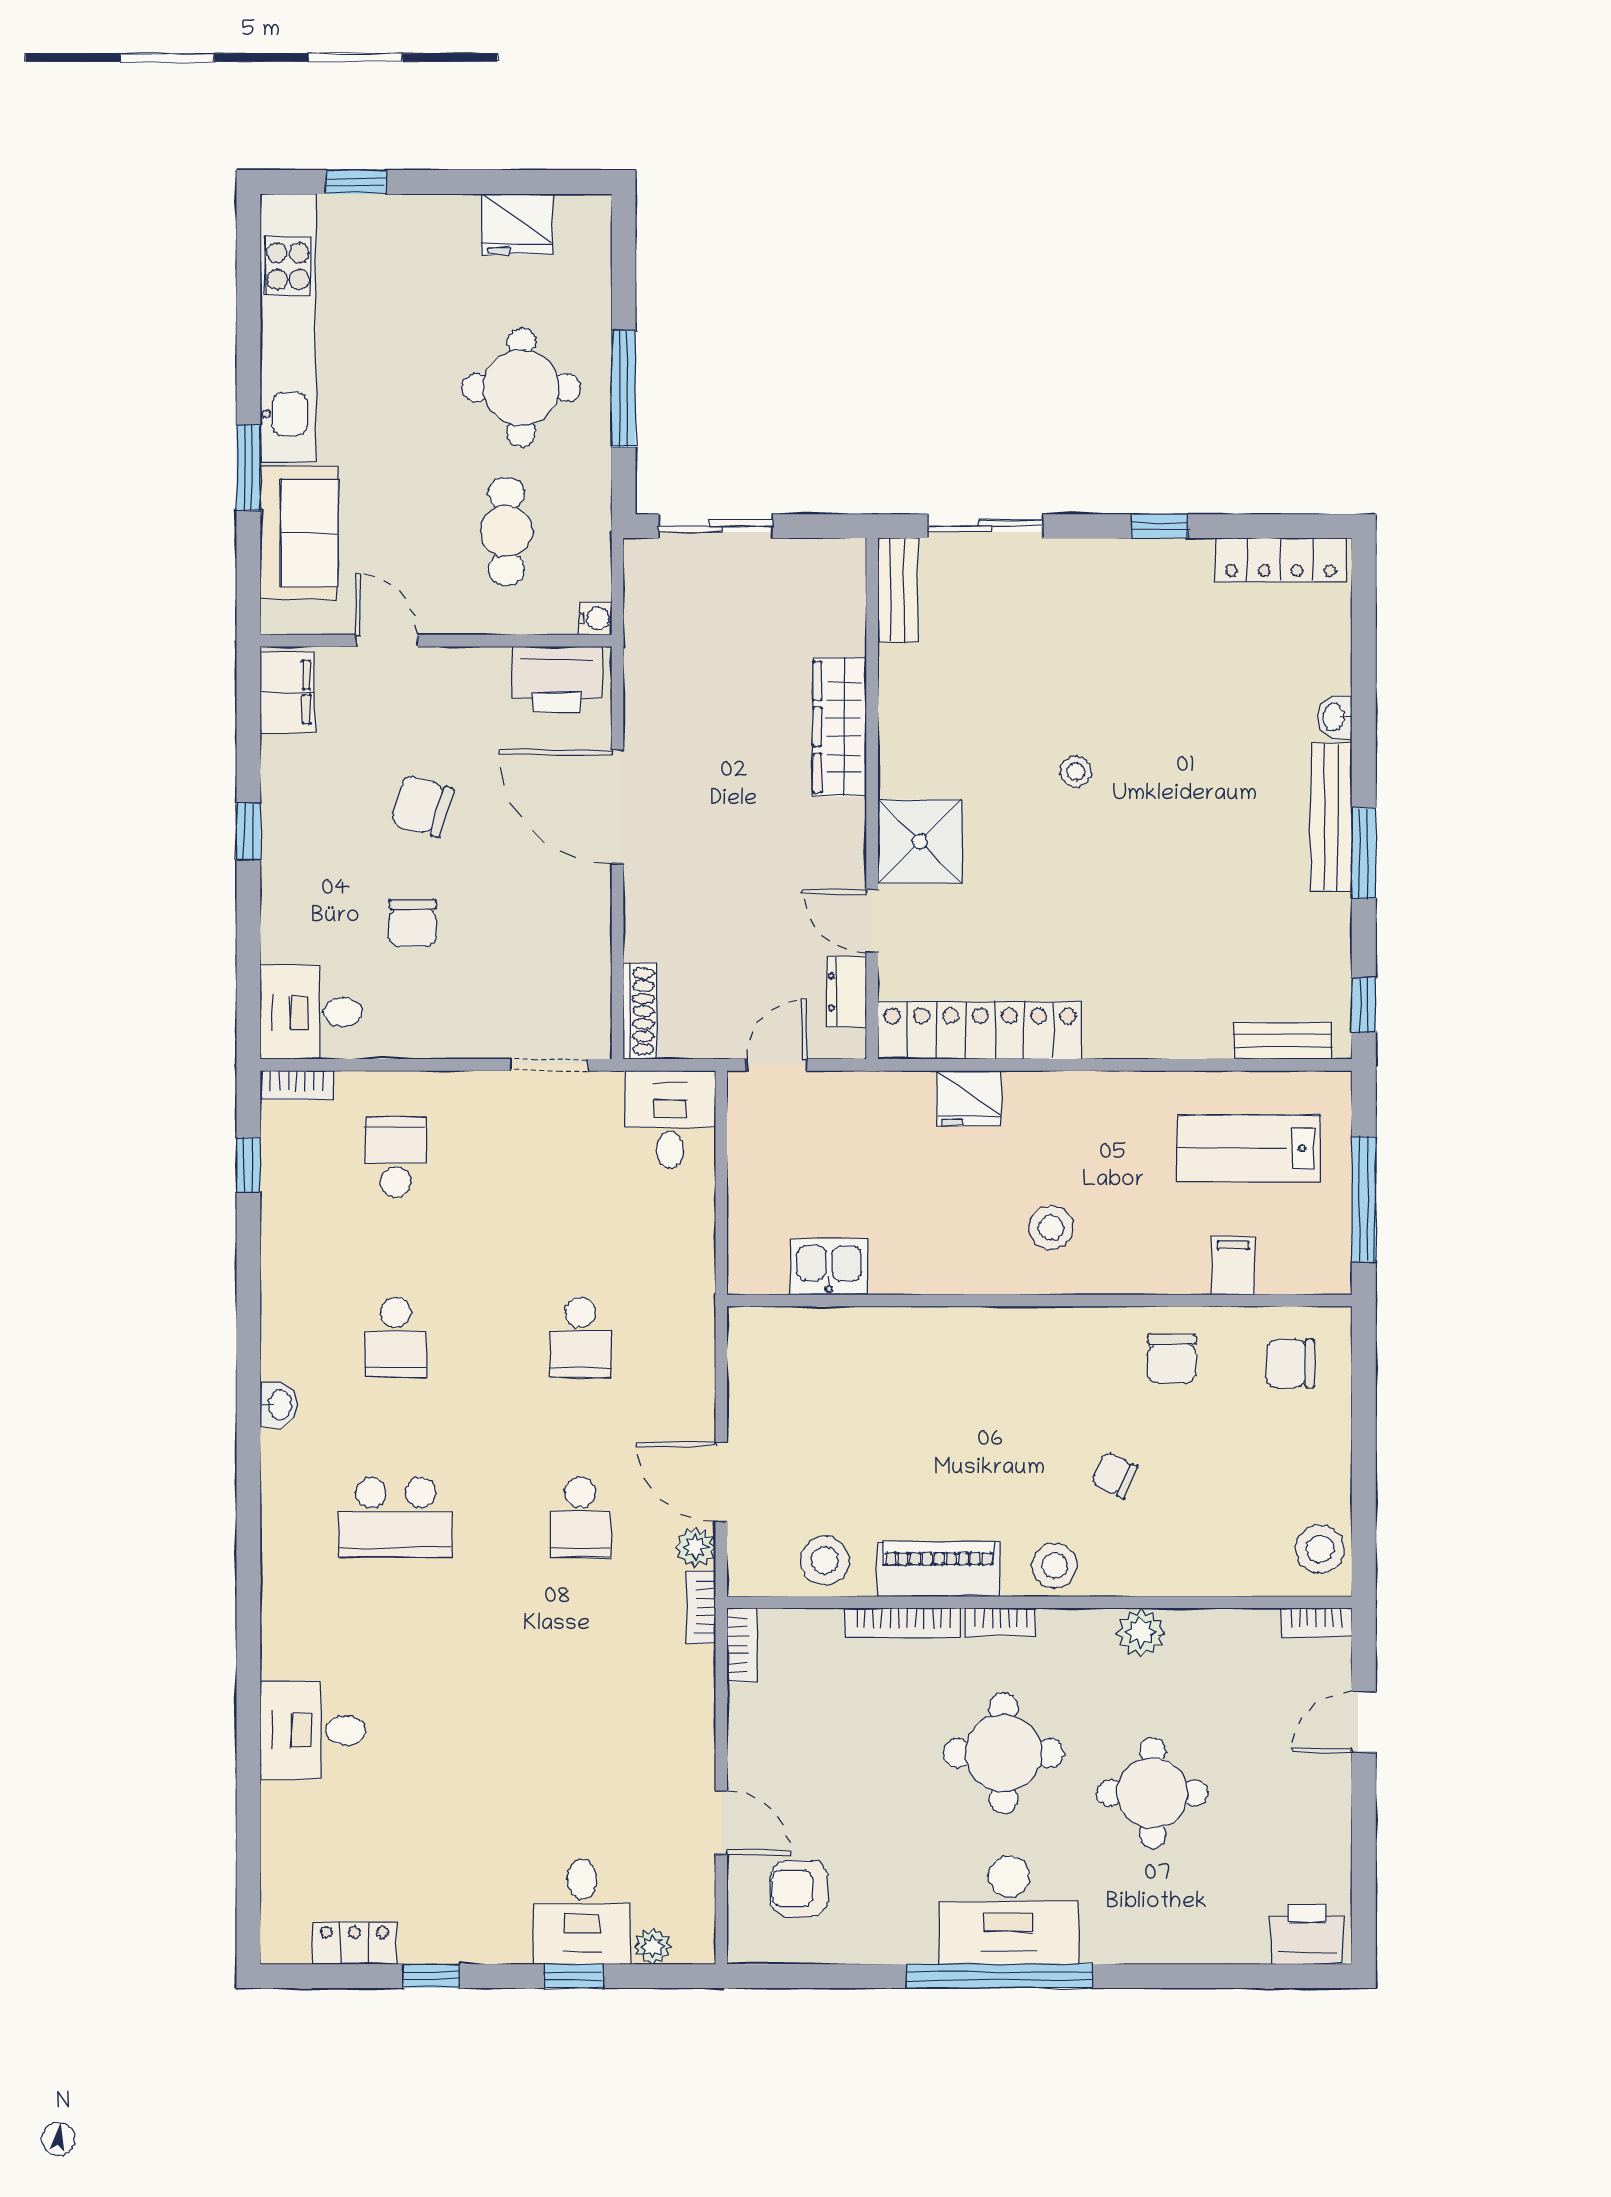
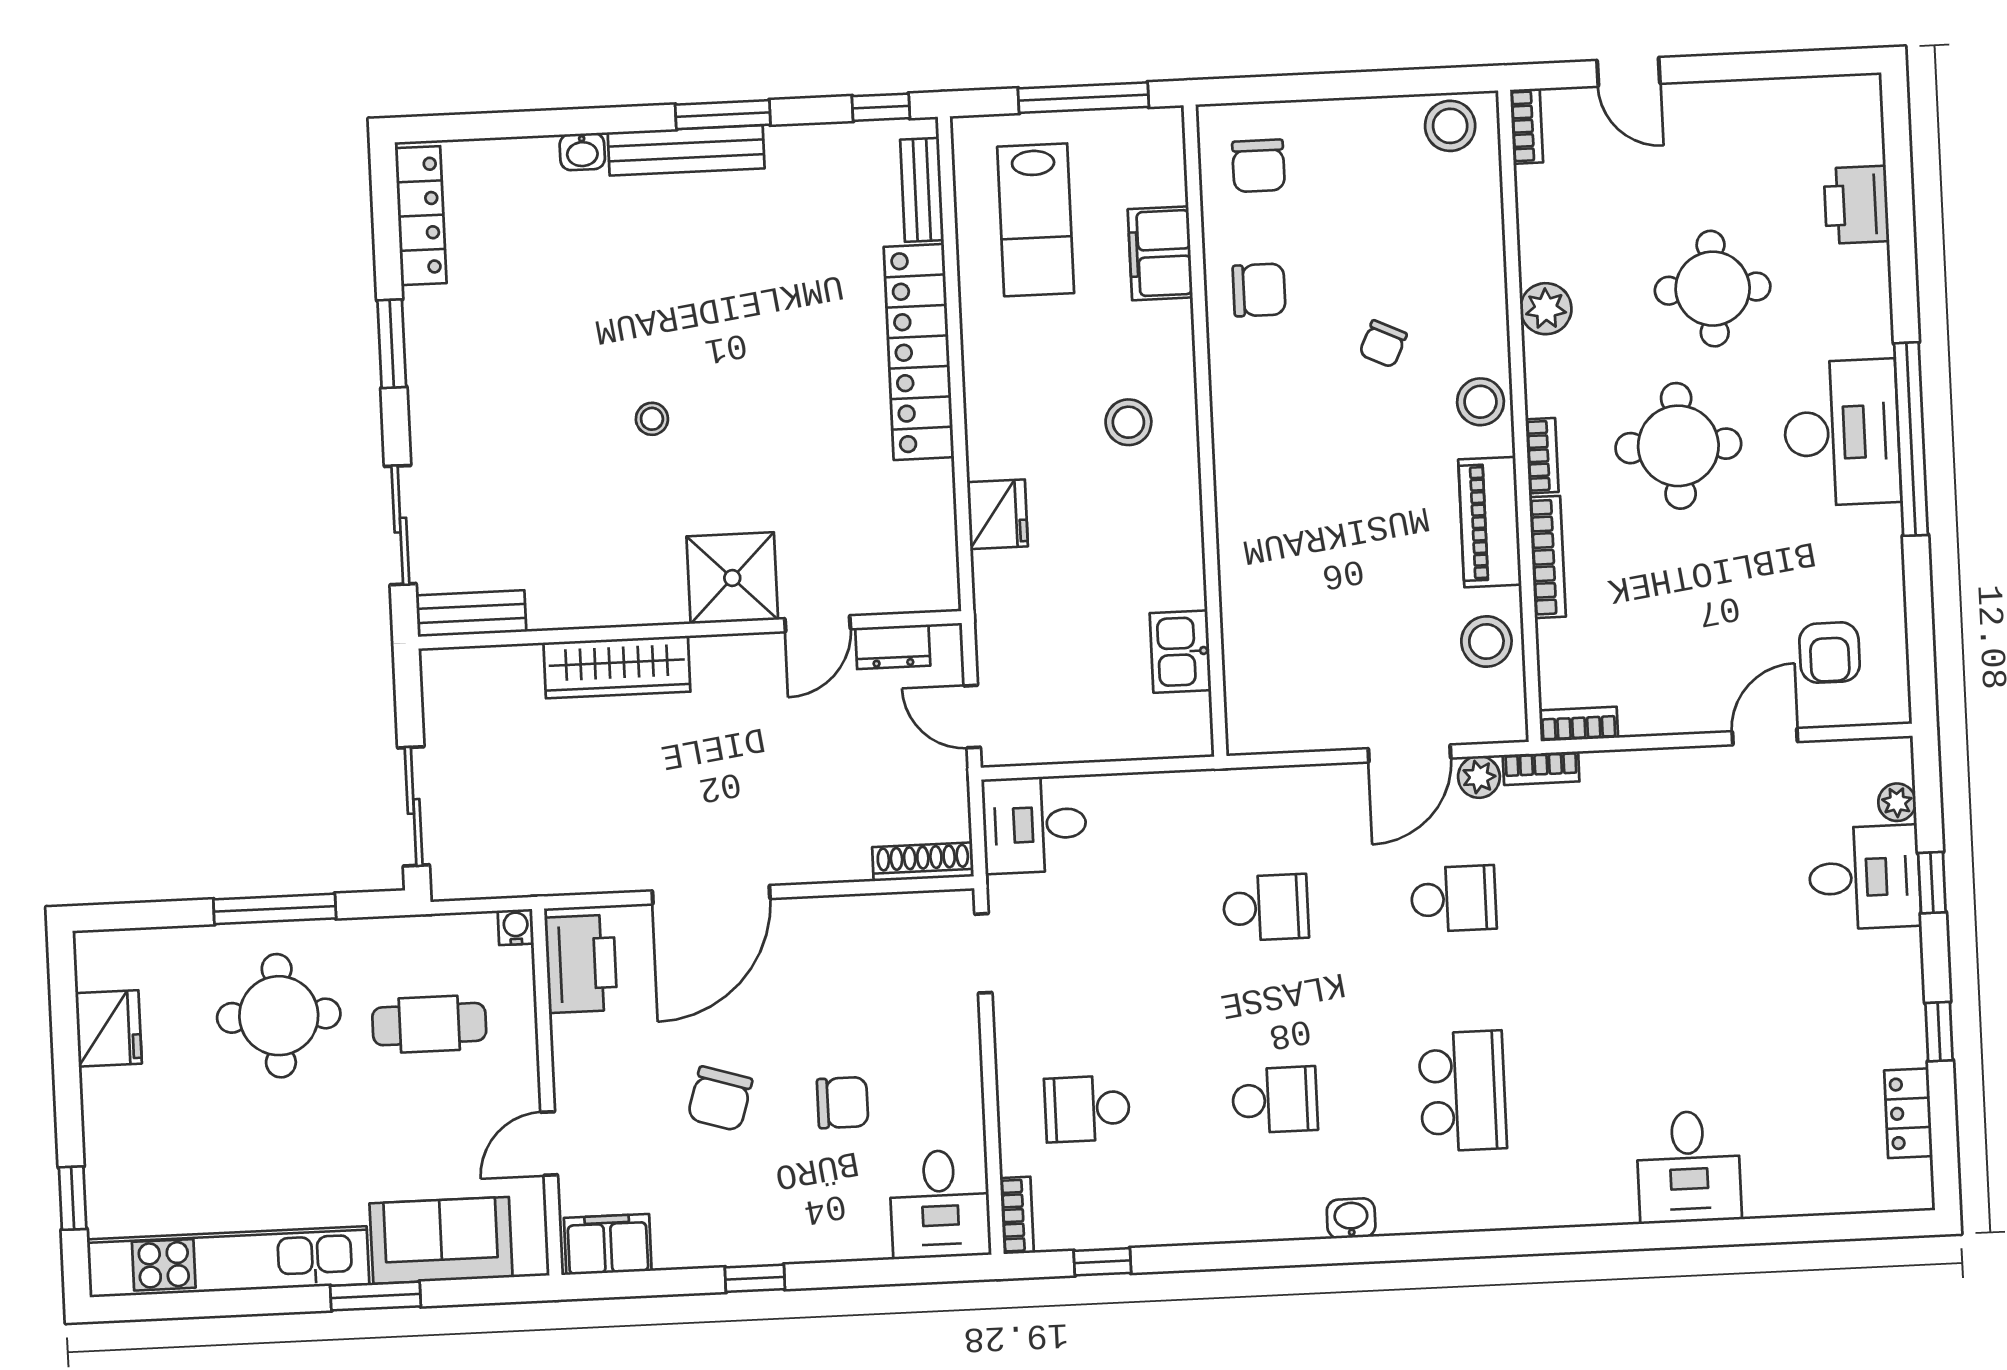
window: (1159, 526) -> (392, 344), width x1.50
locker: (980, 1030) -> (919, 352), moved
filing cabinet: (1233, 1266) -> (1160, 253), width x2.00
printer: (1307, 1934) -> (1856, 205), moved

